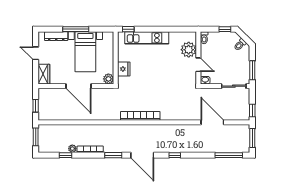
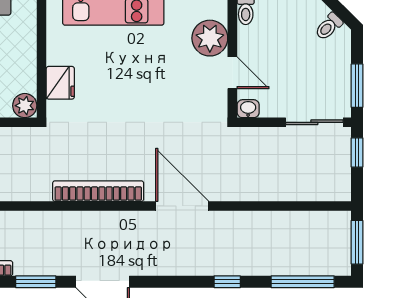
window: (252, 110) -> (357, 152), moved
door: (212, 122) -> (182, 206), moved
window: (175, 155) -> (227, 282), moved

